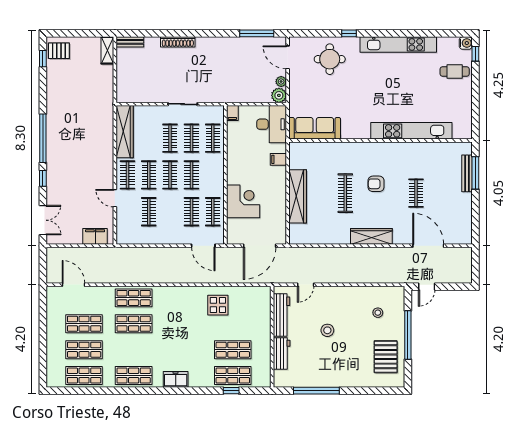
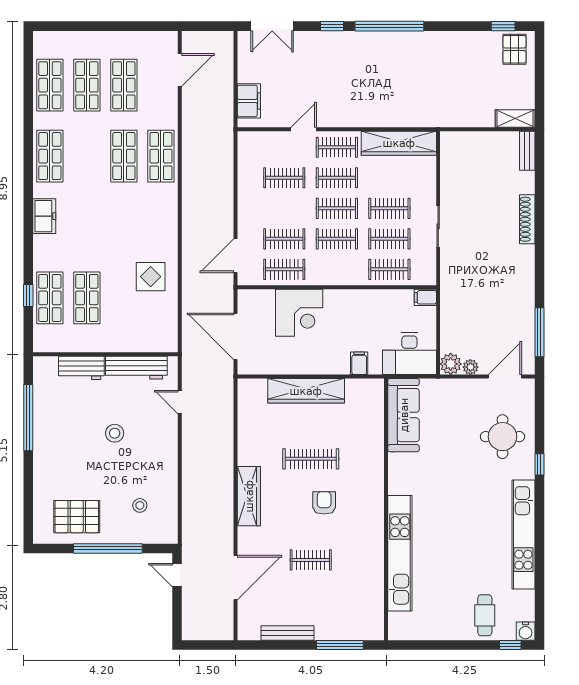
bench: (467, 173) -> (288, 633), moved

